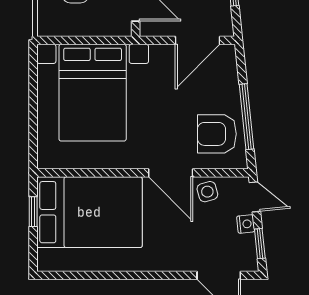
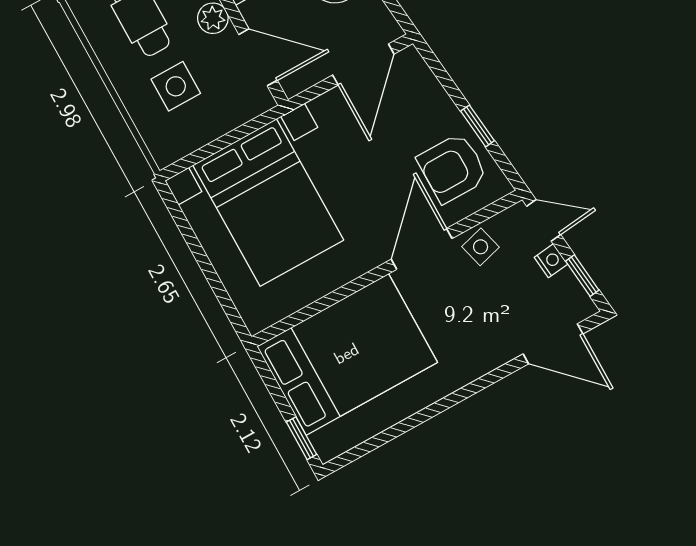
window: (246, 117) -> (478, 126), width x0.46
door: (171, 173) -> (422, 249), swing flipped
window: (33, 212) -> (301, 438), moved

